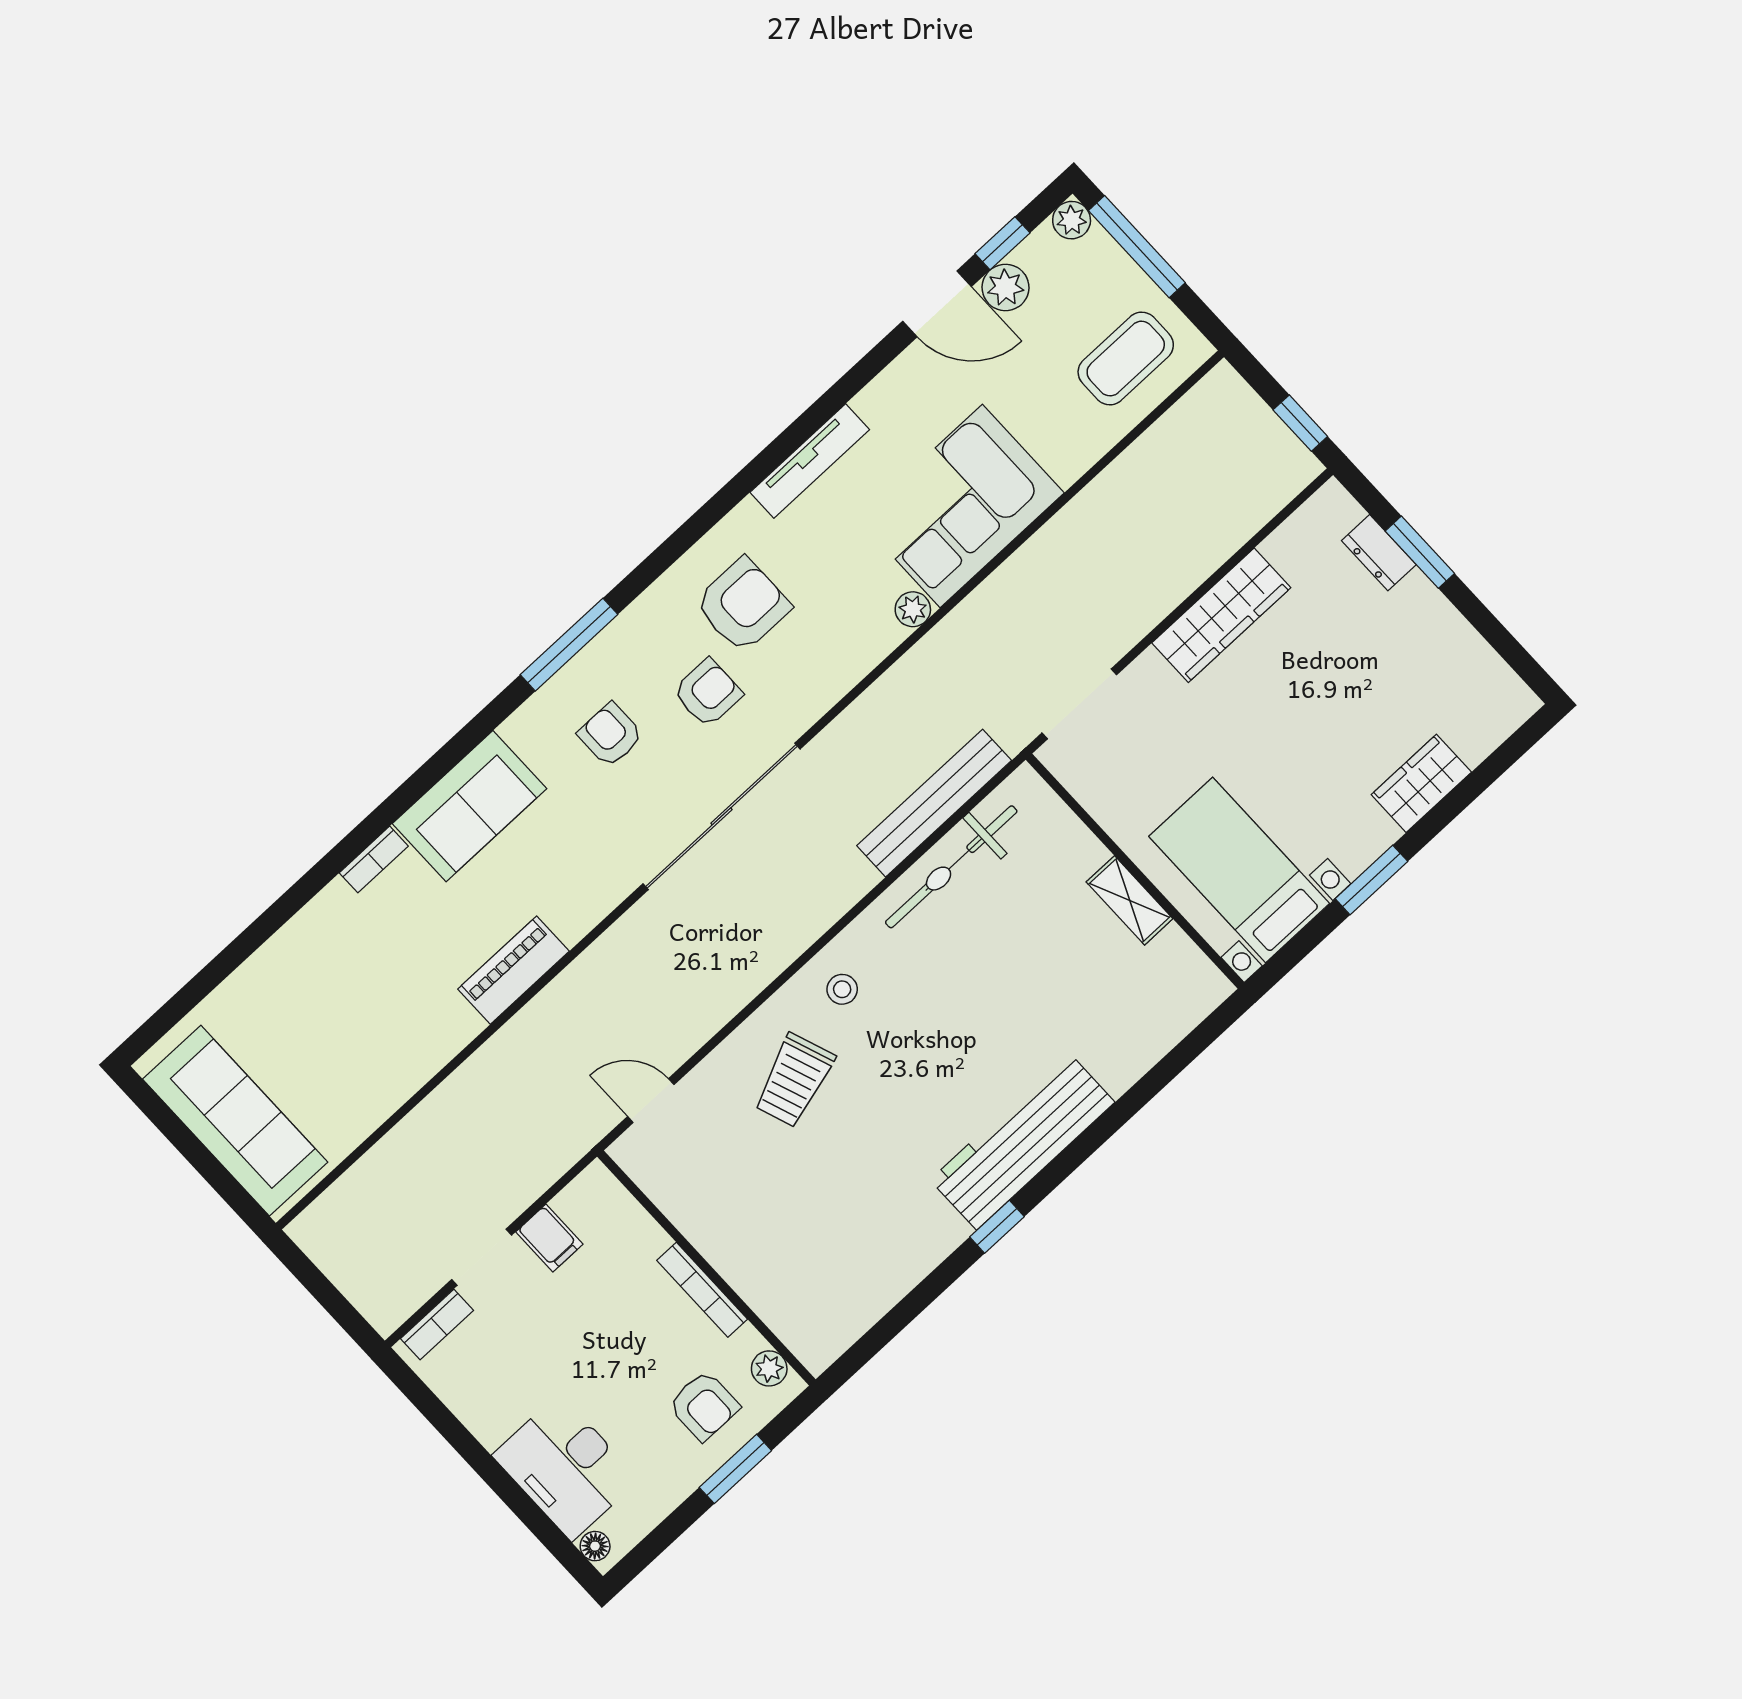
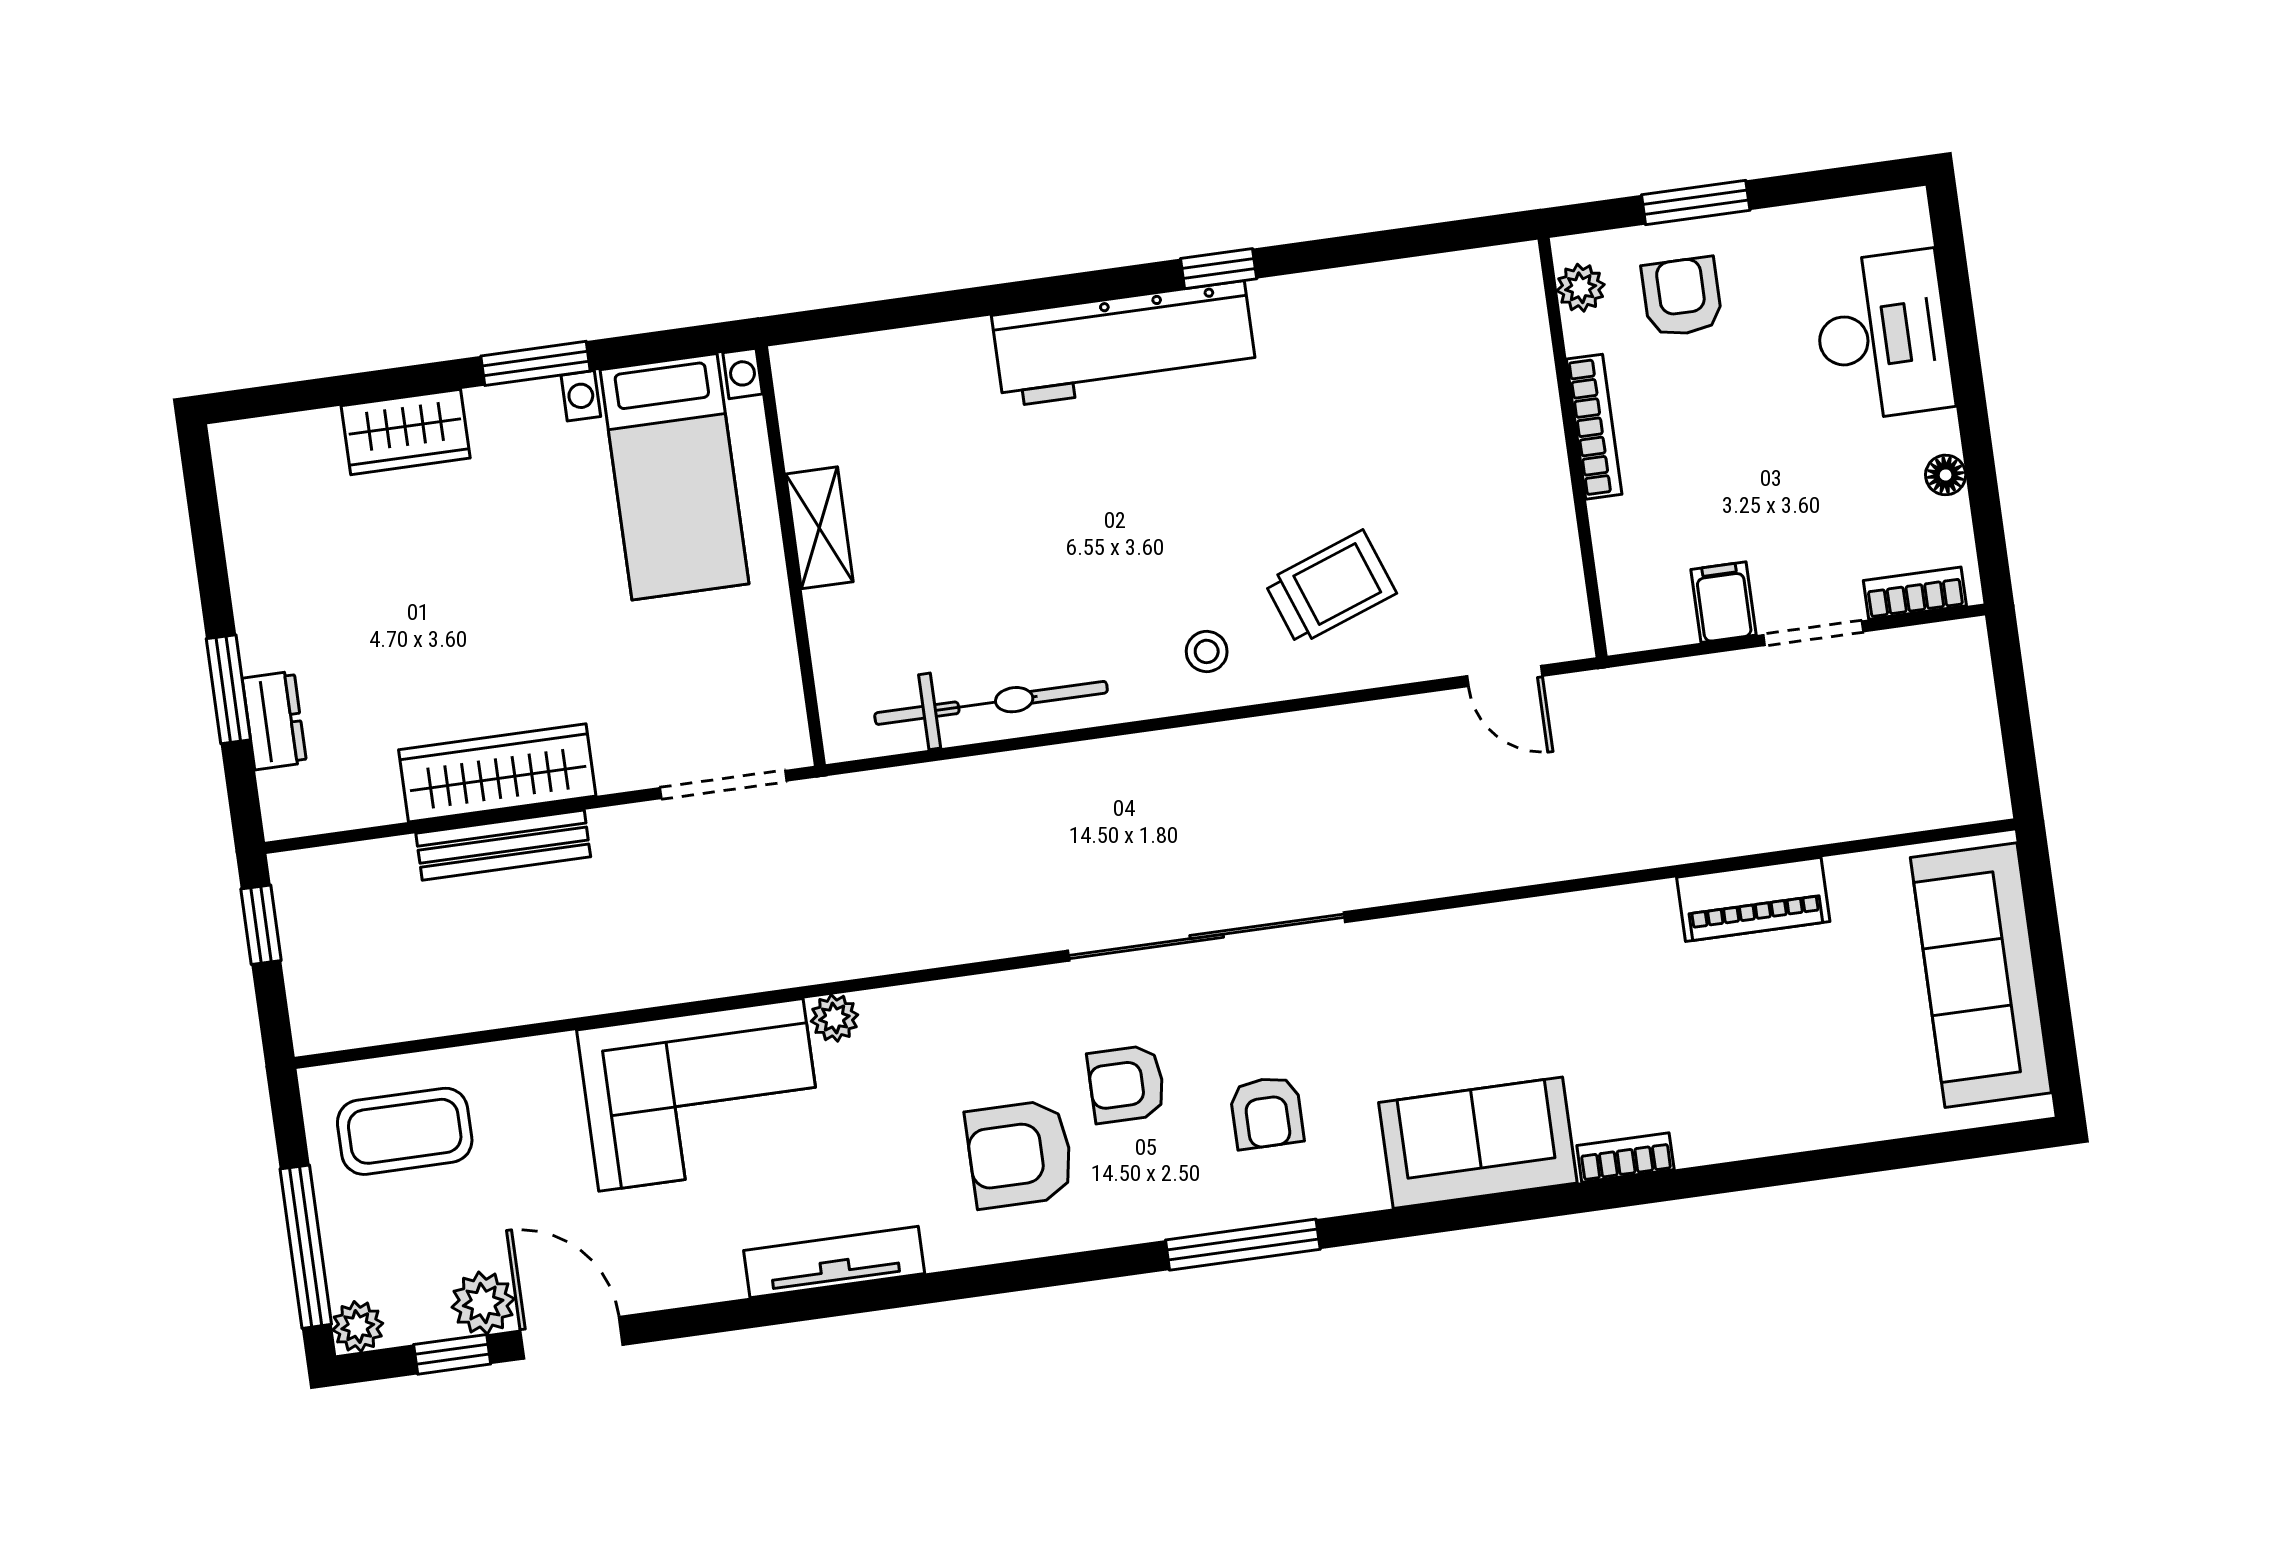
bench: (934, 803) -> (503, 845), moved, width x0.73, depth x0.82
piano: (513, 970) -> (1753, 899), moved
floor lamp: (595, 1546) -> (1946, 475), moved

